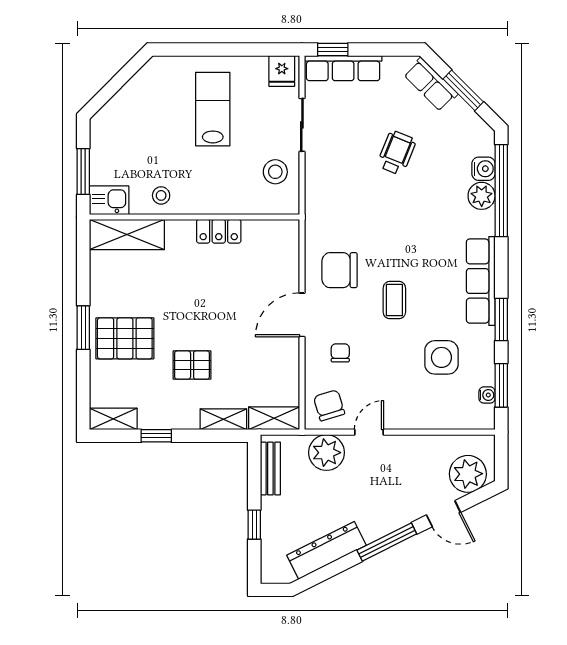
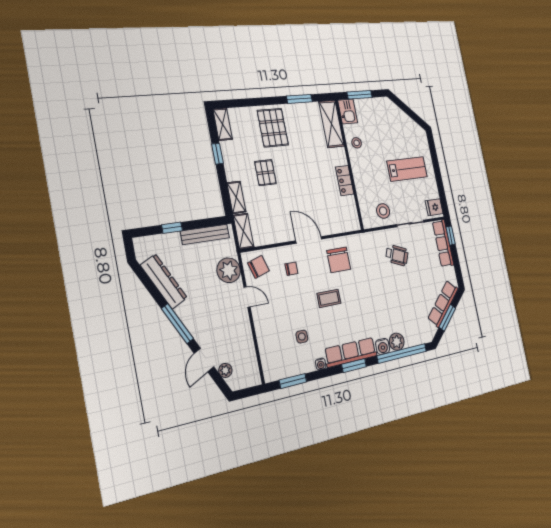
row of seats: (431, 84) -> (443, 304), width x1.48
wheelchair: (397, 153) -> (397, 255), moved
water cooler: (483, 169) -> (383, 346), moved
chair: (340, 270) -> (339, 260), turned 180
window: (501, 320) -> (354, 366), moved
window: (83, 328) -> (299, 99), moved
side table: (441, 357) -> (302, 337), width x0.54, depth x0.54
water cooler: (487, 395) -> (321, 364), moved
bench: (270, 469) -> (205, 234), width x1.36
plant: (468, 474) -> (225, 370), width x0.53, depth x0.53

